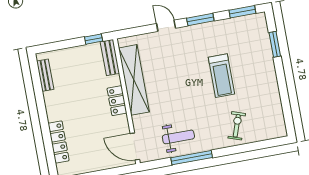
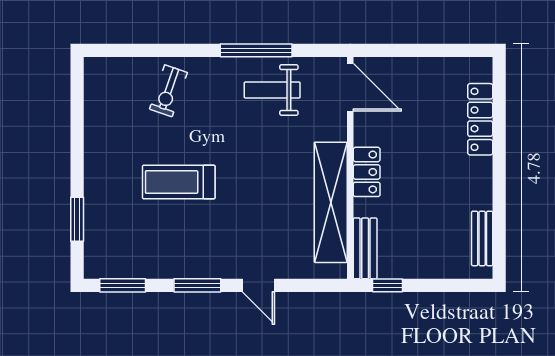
treadmill: (221, 76) -> (179, 182), turned -90

